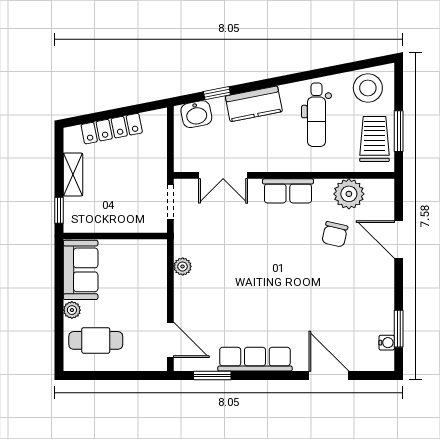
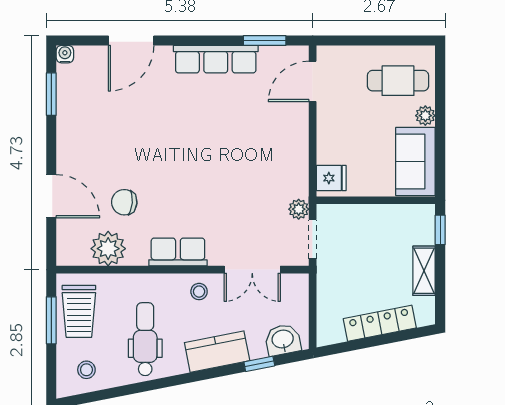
stool: (368, 88) -> (86, 370), width x0.53, depth x0.53
stool: (270, 156) -> (199, 292), added
double door: (223, 175) -> (252, 270), swing flipped
chair: (335, 234) -> (124, 202), turned -98
fridge: (154, 255) -> (331, 178), added
plant: (183, 266) -> (299, 209), moved
door: (170, 340) -> (313, 81), hinge flipped
water cooler: (387, 343) -> (65, 54), moved, turned 90
door: (329, 376) -> (131, 41), hinge flipped

